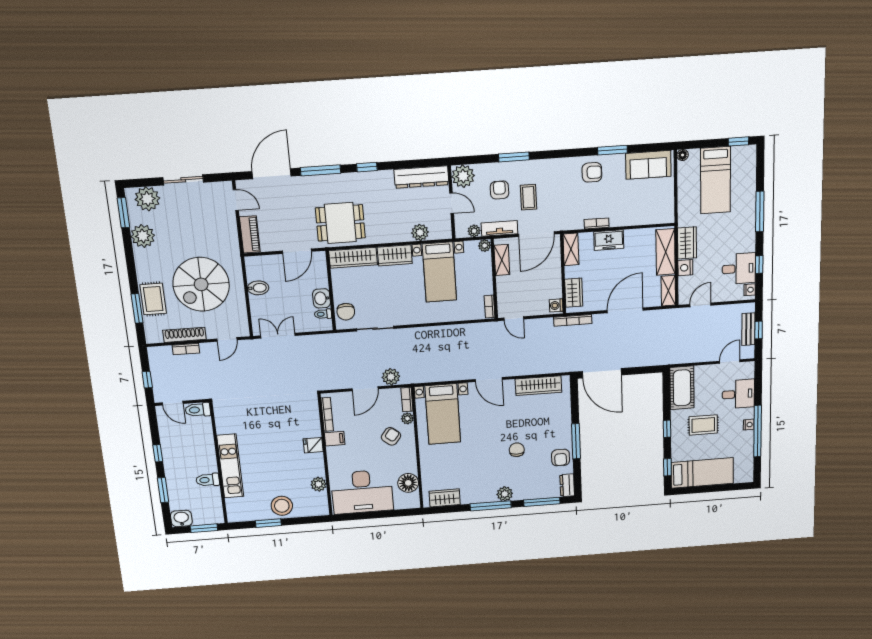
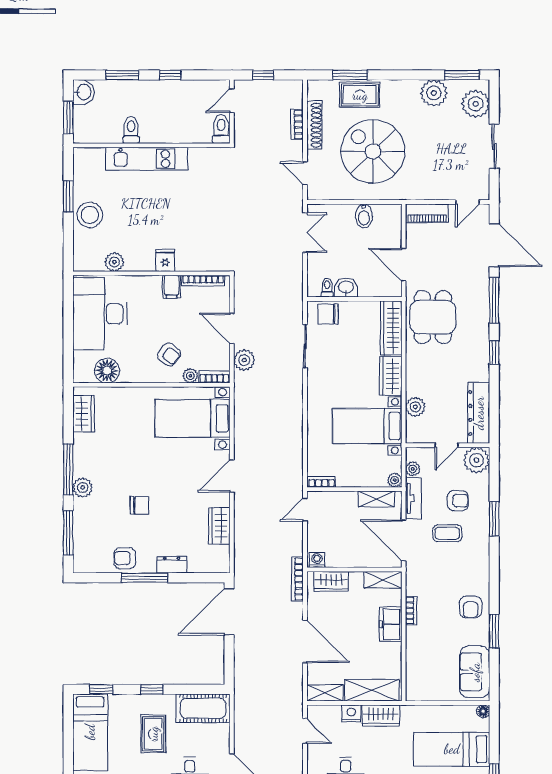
wardrobe: (538, 386) -> (219, 526), width x0.67
dresser: (567, 485) -> (172, 565), moved

